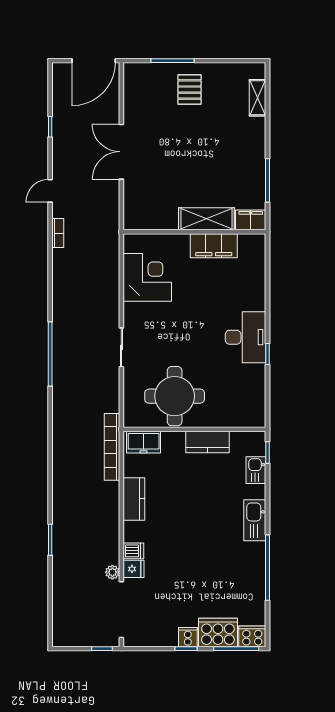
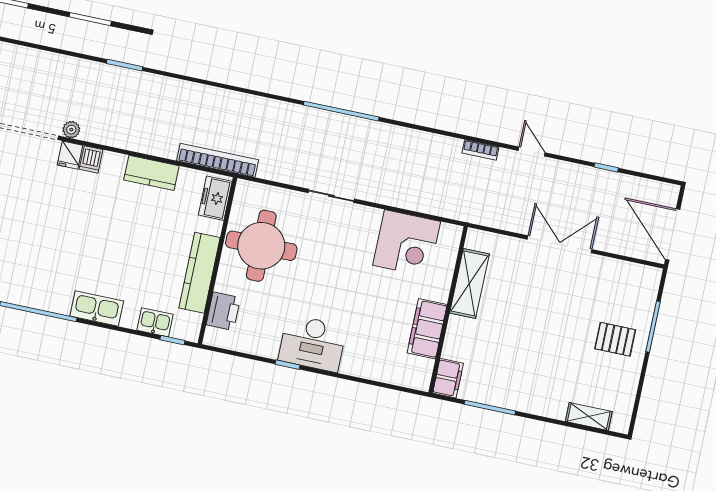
shelving: (206, 219) -> (469, 284), moved
printer: (235, 416) -> (223, 311), added
kitchen counter: (208, 442) -> (200, 273), width x1.50

